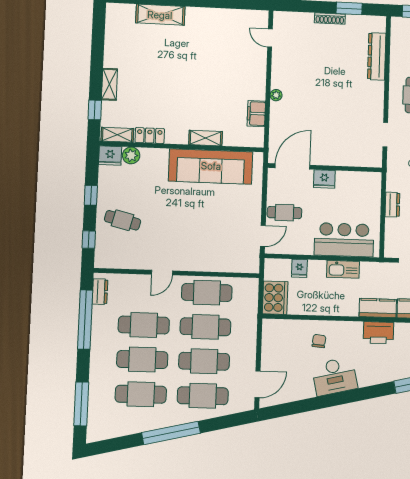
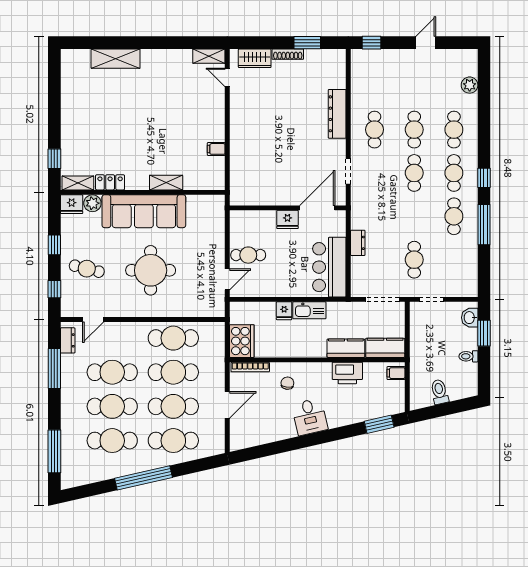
wardrobe: (297, 21) -> (255, 58), added
dresser: (377, 56) -> (337, 114), moved
shelving: (109, 84) -> (209, 56), moved, turned 90
plant: (276, 95) -> (236, 136), removed
filing cabinet: (256, 114) -> (216, 149), width x0.50
sofa: (211, 166) -> (144, 211), moved
door: (293, 166) -> (317, 208), moved
round table: (187, 224) -> (151, 270), added
bar counter: (344, 240) -> (329, 267), moved, turned -90
fridge: (299, 268) -> (284, 311), moved
door: (162, 273) -> (93, 320), moved
window: (85, 320) -> (54, 368), width x0.68
bookcase: (283, 324) -> (250, 367), added
desk: (334, 376) -> (310, 417), width x0.73
door: (258, 384) -> (227, 405), moved

